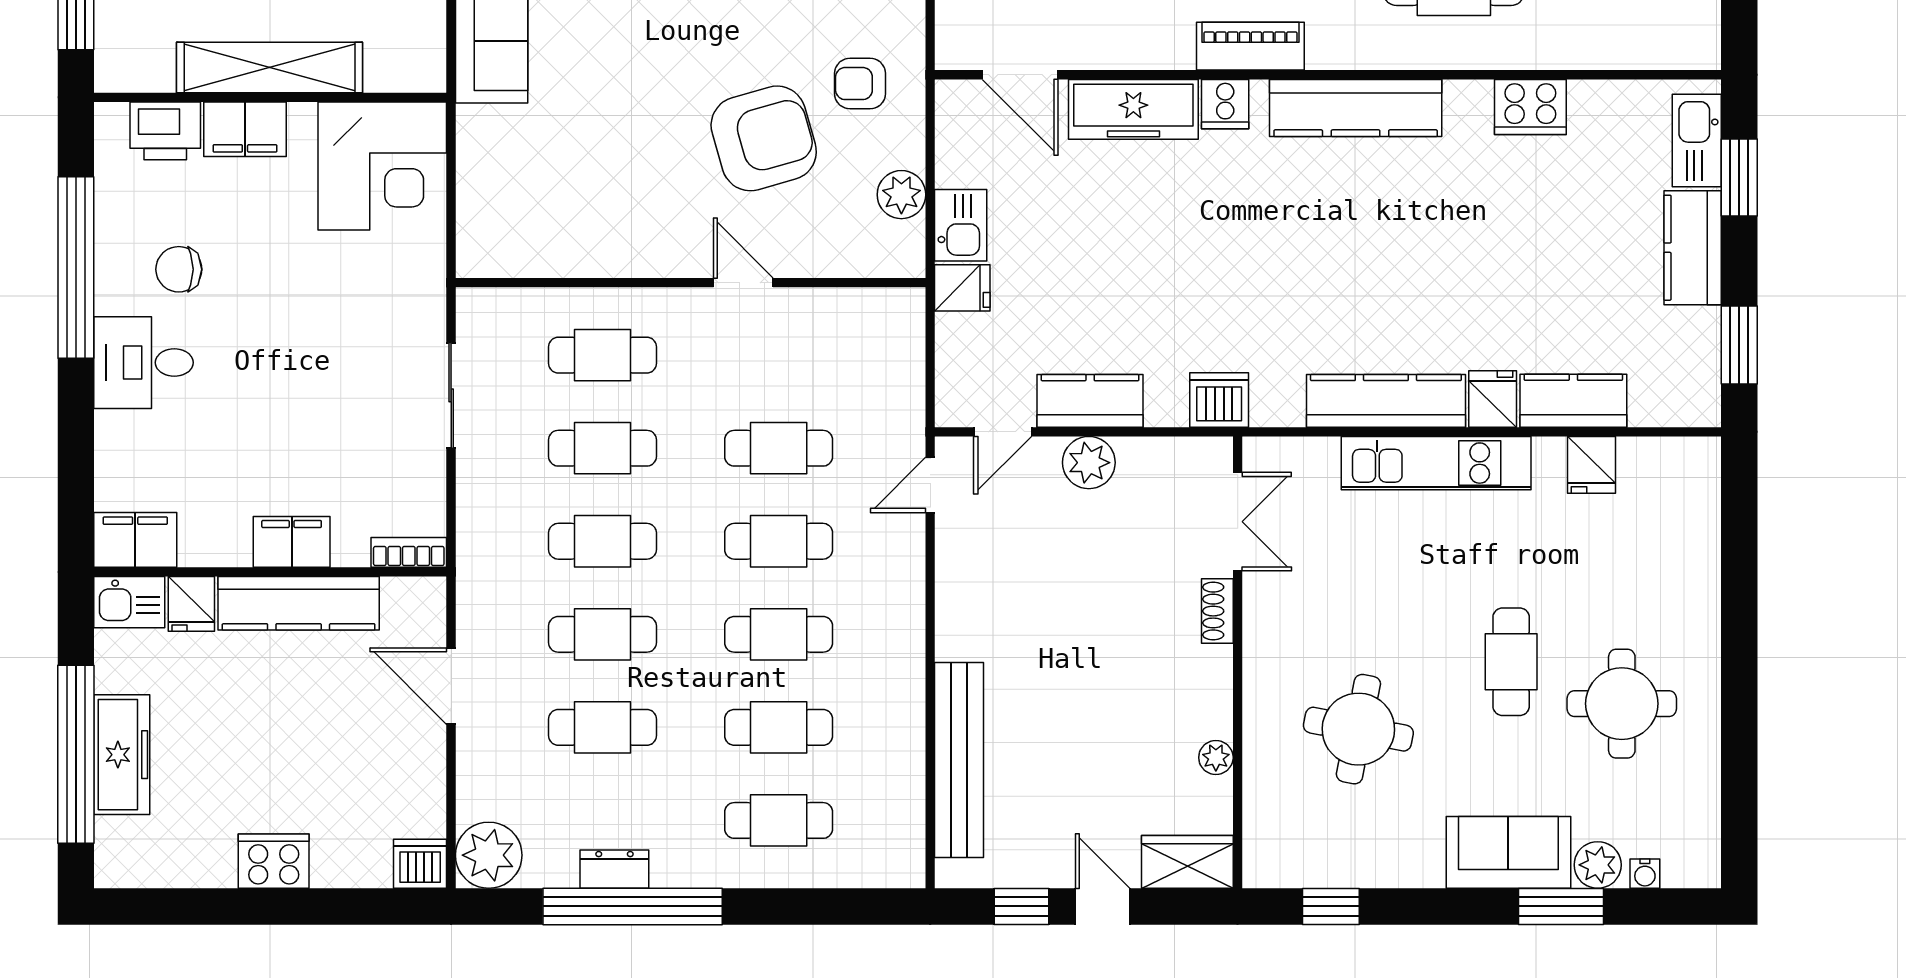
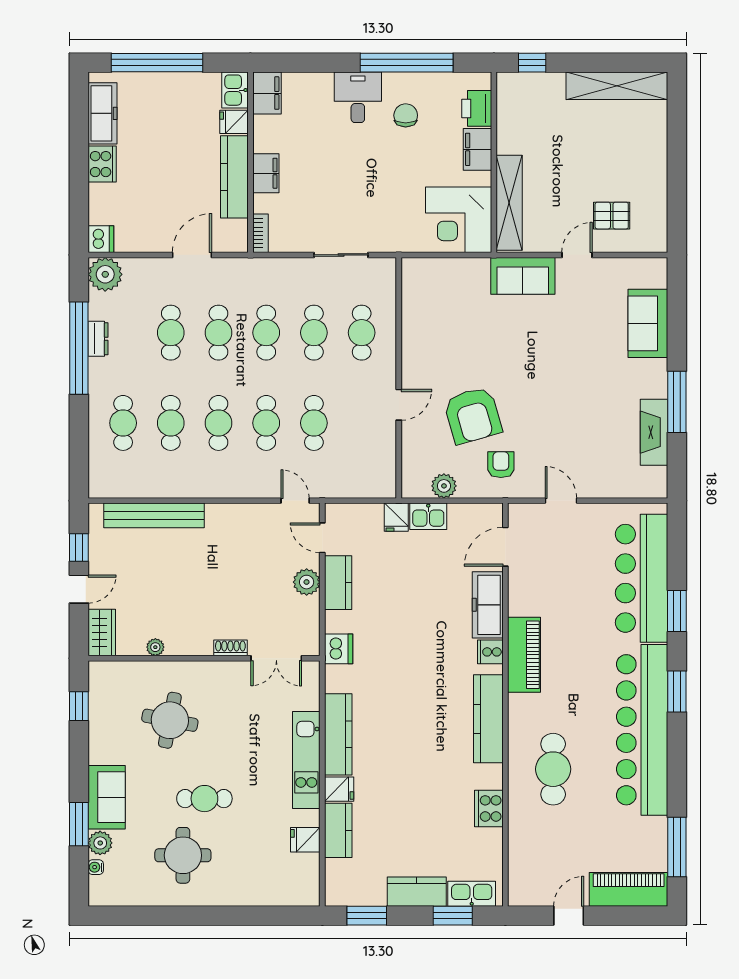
piano: (1250, 46) -> (524, 655), width x1.37, depth x1.33
shelving: (270, 67) -> (509, 203), moved
freezer: (122, 755) -> (102, 113), moved, turned -90

